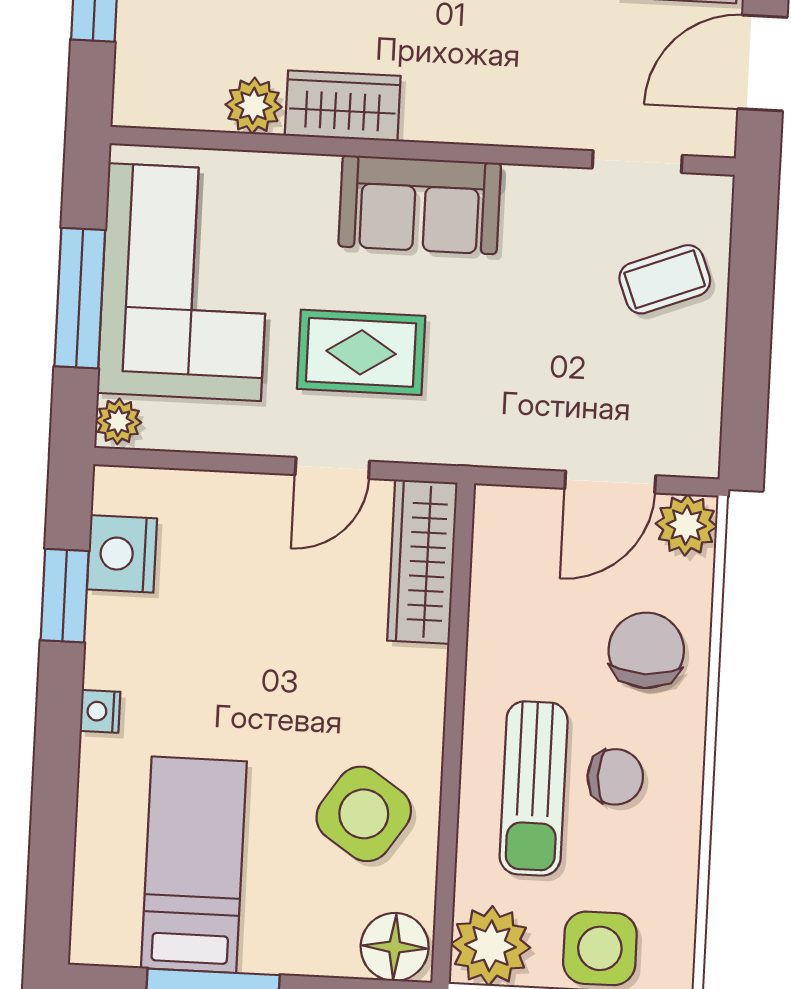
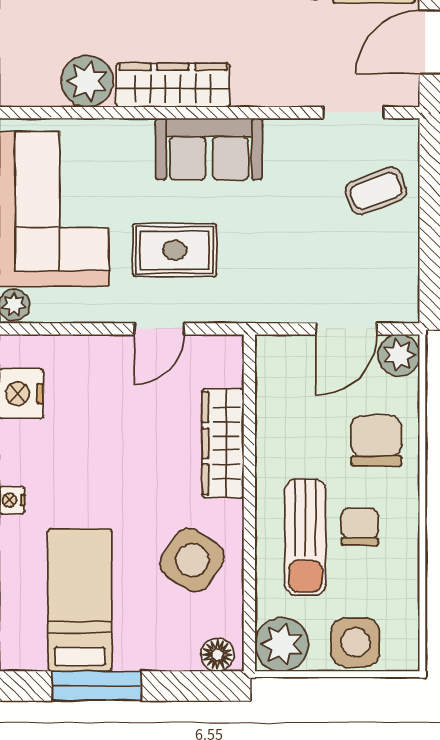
plant: (254, 106) -> (87, 81), width x1.36, depth x1.36
wardrobe: (343, 106) -> (173, 85), width x1.50
wardrobe: (422, 562) -> (223, 443), moved
chair: (615, 777) -> (360, 527), turned -90
floor lamp: (395, 947) -> (217, 655), width x0.73, depth x0.73

